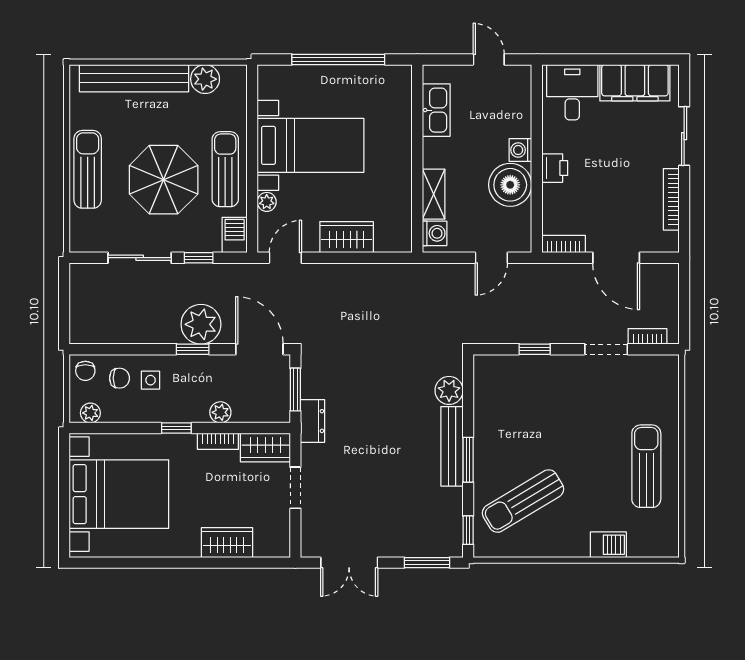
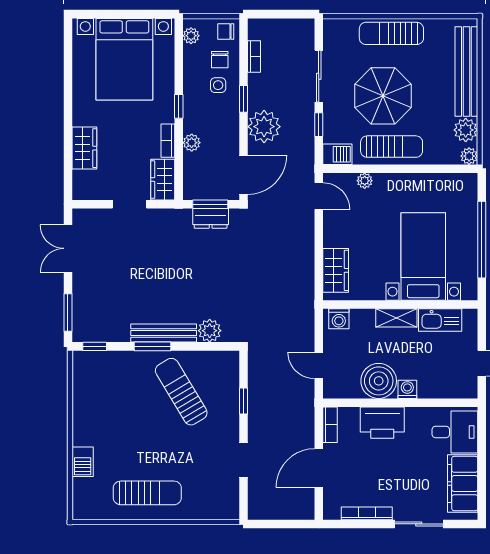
plant: (237, 75) -> (469, 156), added
bed with nightstands: (311, 145) -> (423, 257), moved, turned 180
printer: (555, 168) -> (382, 423), width x1.87, depth x1.48
sun lounger: (88, 169) -> (391, 33), turned 180
shelving: (434, 194) -> (396, 318), moved
wardrobe: (347, 237) -> (336, 270), moved
bookcase: (647, 336) -> (254, 57), moved
window: (193, 349) -> (244, 99), moved
dresser: (313, 421) -> (211, 218), moved
sun lounger: (523, 501) -> (181, 392), moved

